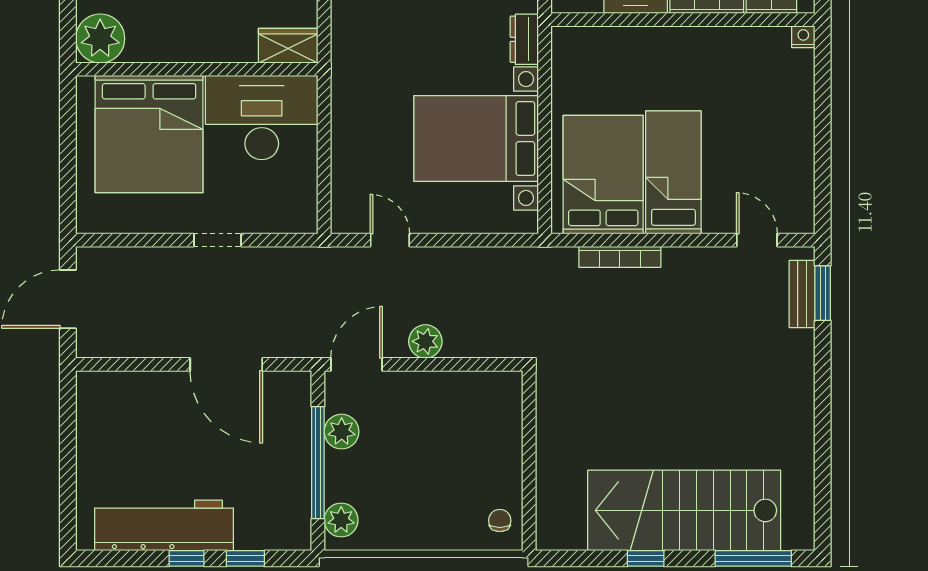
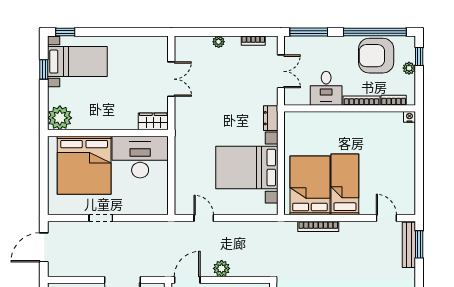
doorway: (218, 240) -> (101, 218), moved
bench: (802, 294) -> (409, 245), width x1.36

